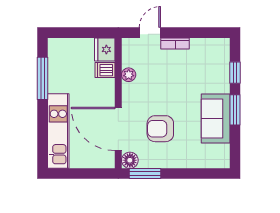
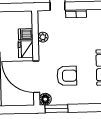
fridge: (105, 49) -> (26, 49), moved
armchair: (160, 129) -> (67, 76), turned 180

